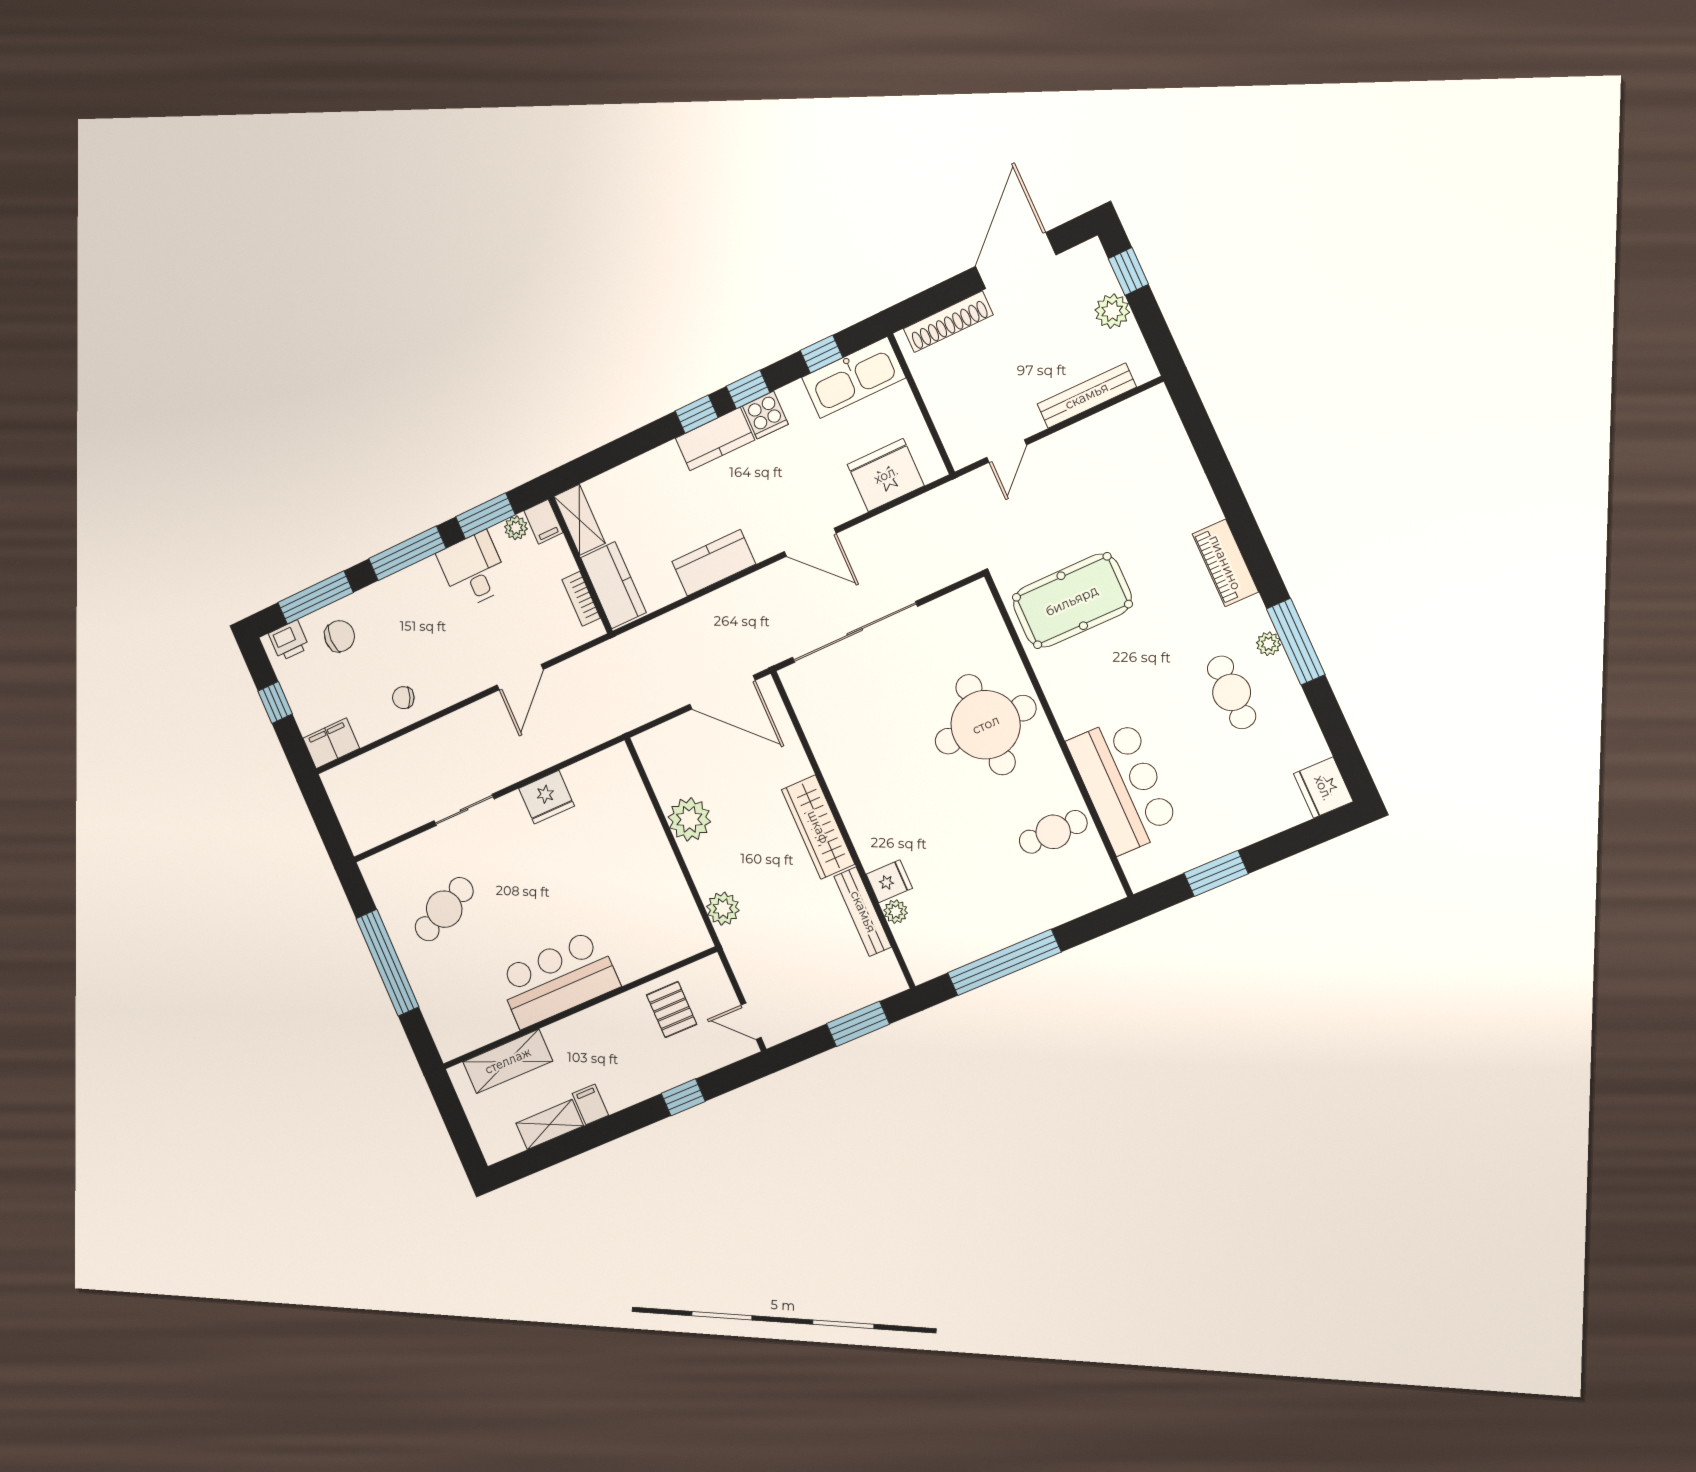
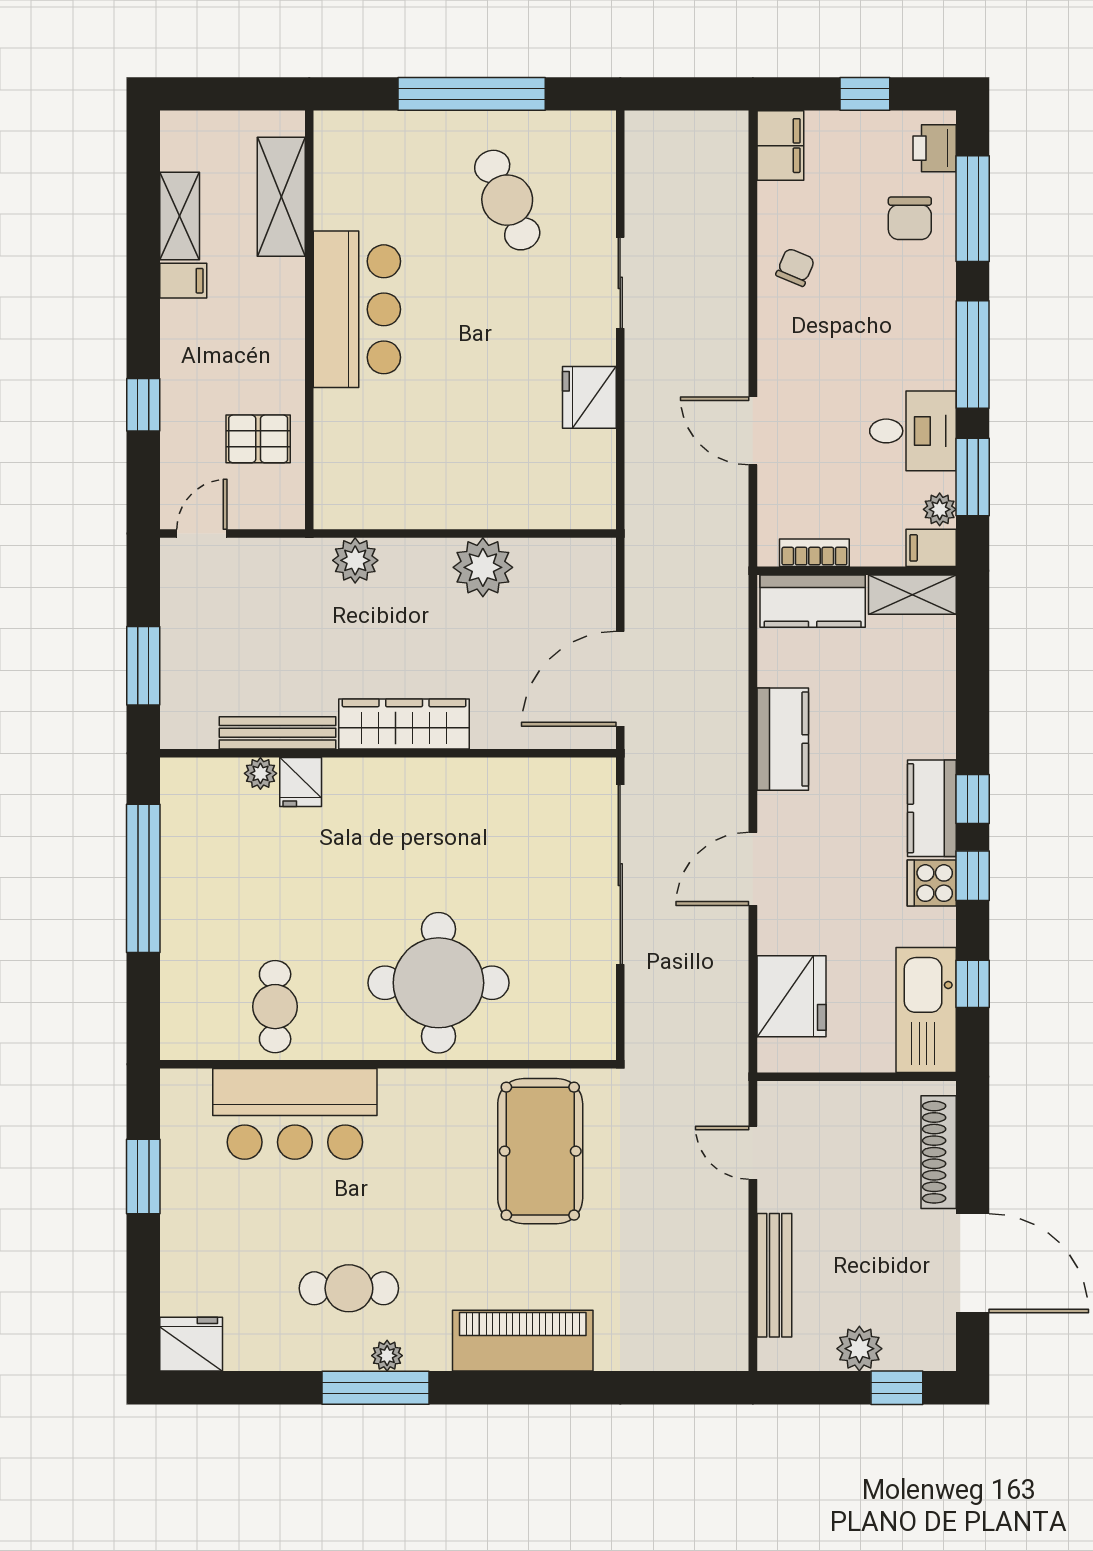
piano: (1225, 563) -> (523, 1341), width x1.37, depth x1.33

